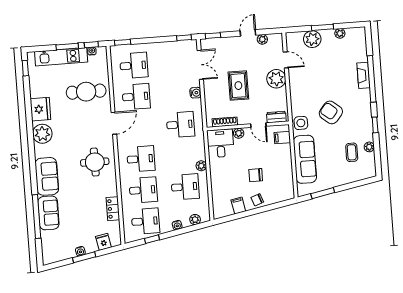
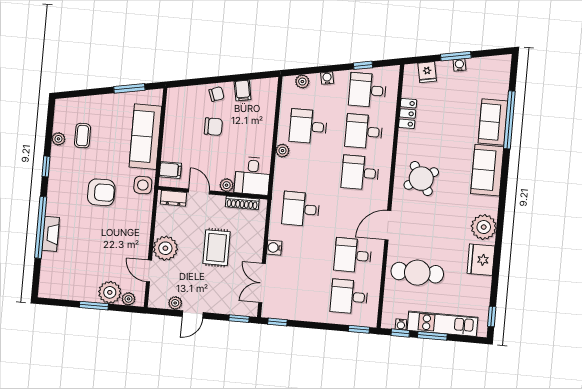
plant: (340, 33) -> (129, 299), moved
armchair: (331, 112) -> (101, 192), turned -39
round table: (95, 162) -> (421, 179), turned -32

